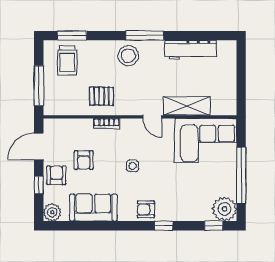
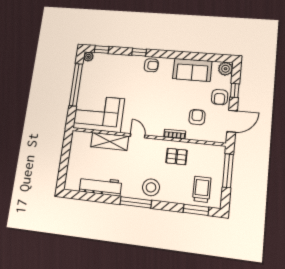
armchair: (84, 160) -> (197, 117), moved
side table: (133, 166) -> (158, 99), removed
plant: (224, 209) -> (88, 57), width x0.53, depth x0.53

